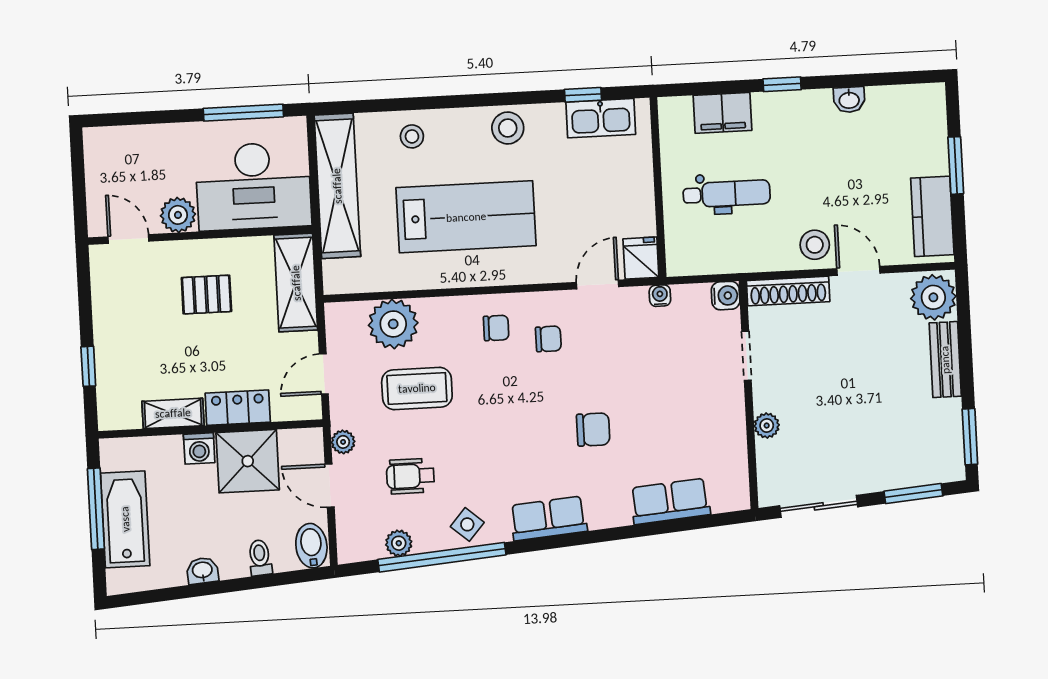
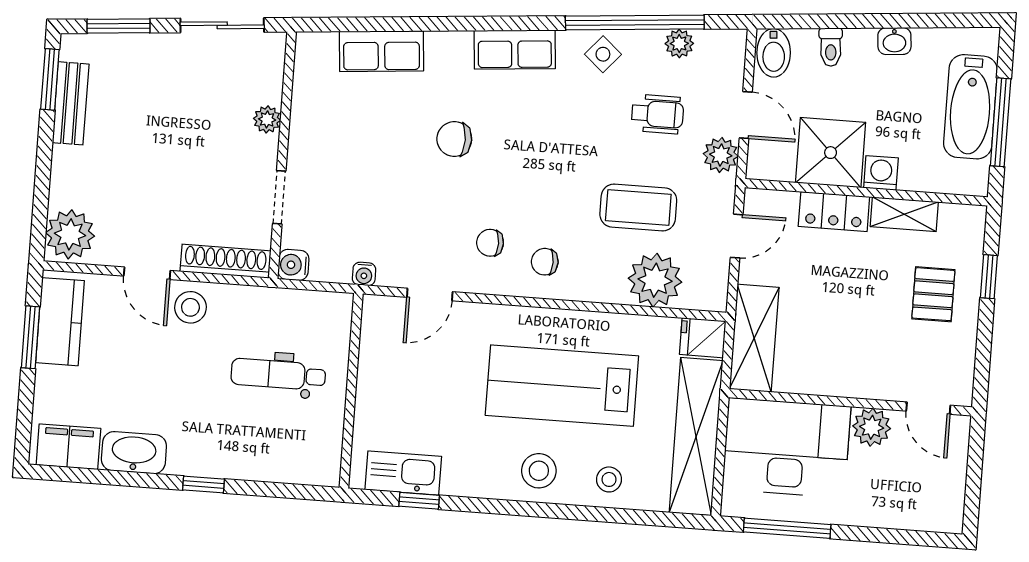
washbasin: (849, 100) -> (134, 453), width x1.91, depth x1.45
filing cabinet: (722, 113) -> (68, 447), moved
stool: (508, 128) -> (539, 471), moved
window: (956, 165) -> (31, 337), moved
fridge: (641, 258) -> (703, 338), moved, turned 90
pallet: (206, 295) -> (933, 294), moved, turned 90
bench: (945, 360) -> (71, 103), moved
plant: (343, 442) -> (721, 155), width x1.38, depth x1.38

